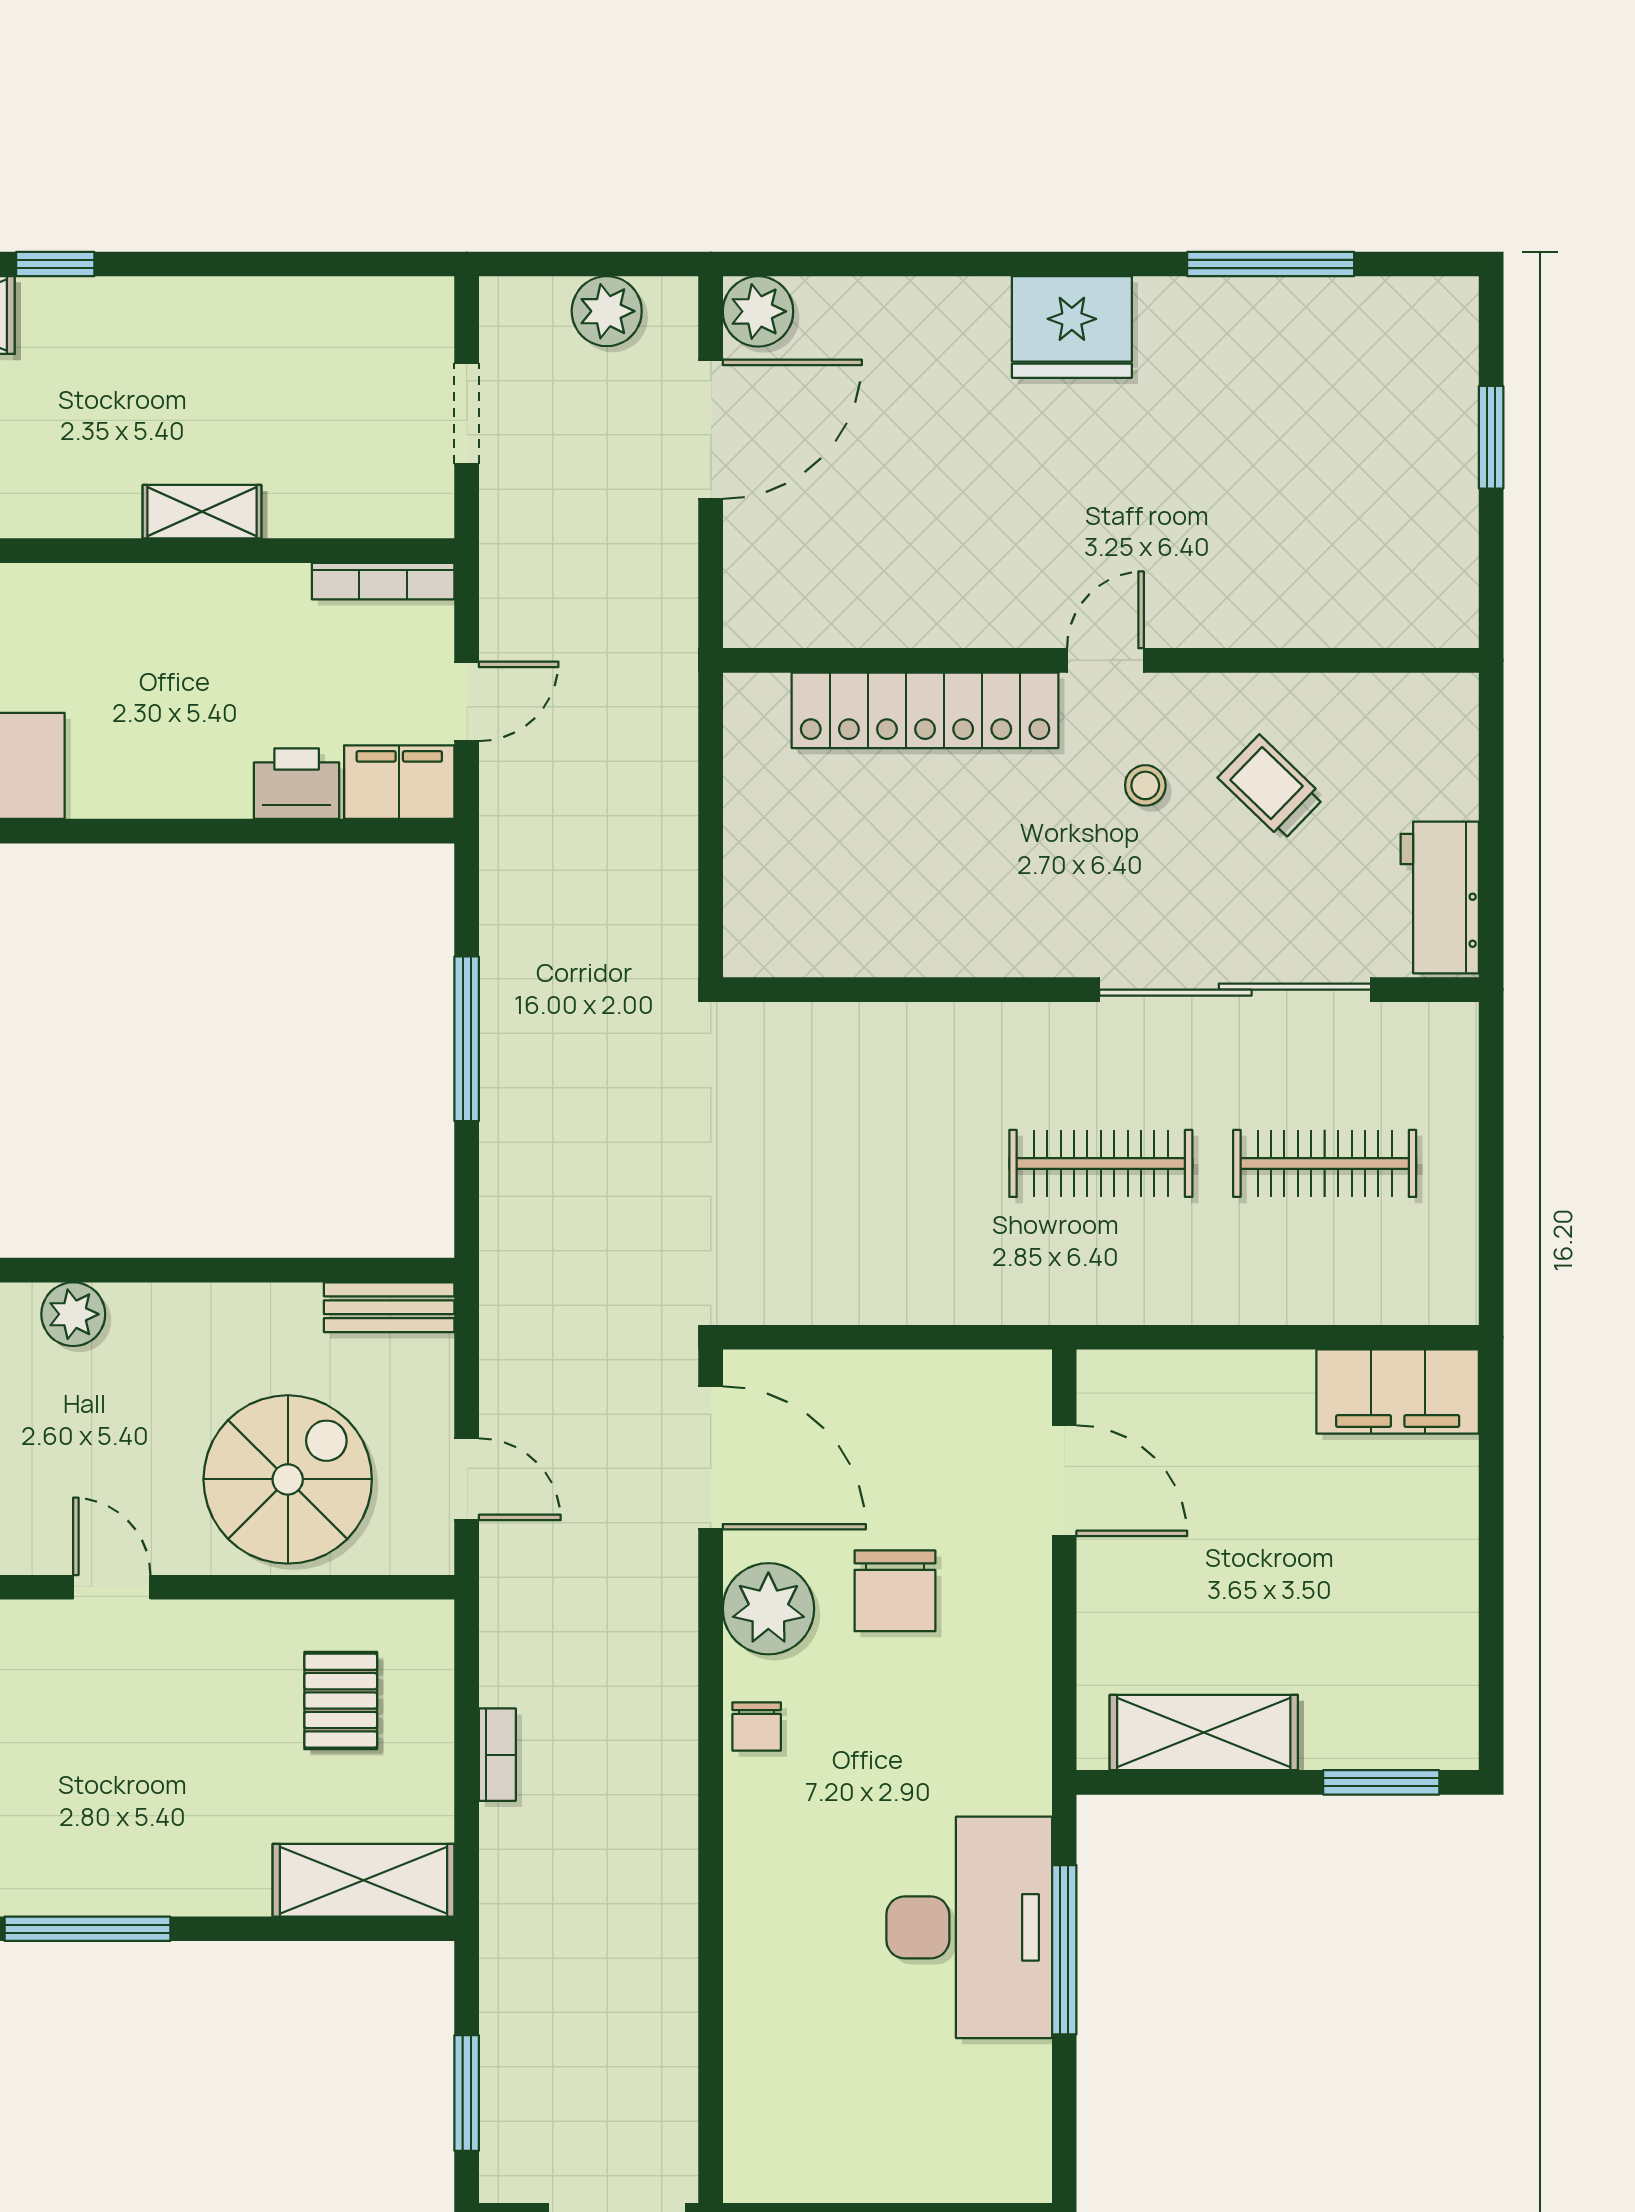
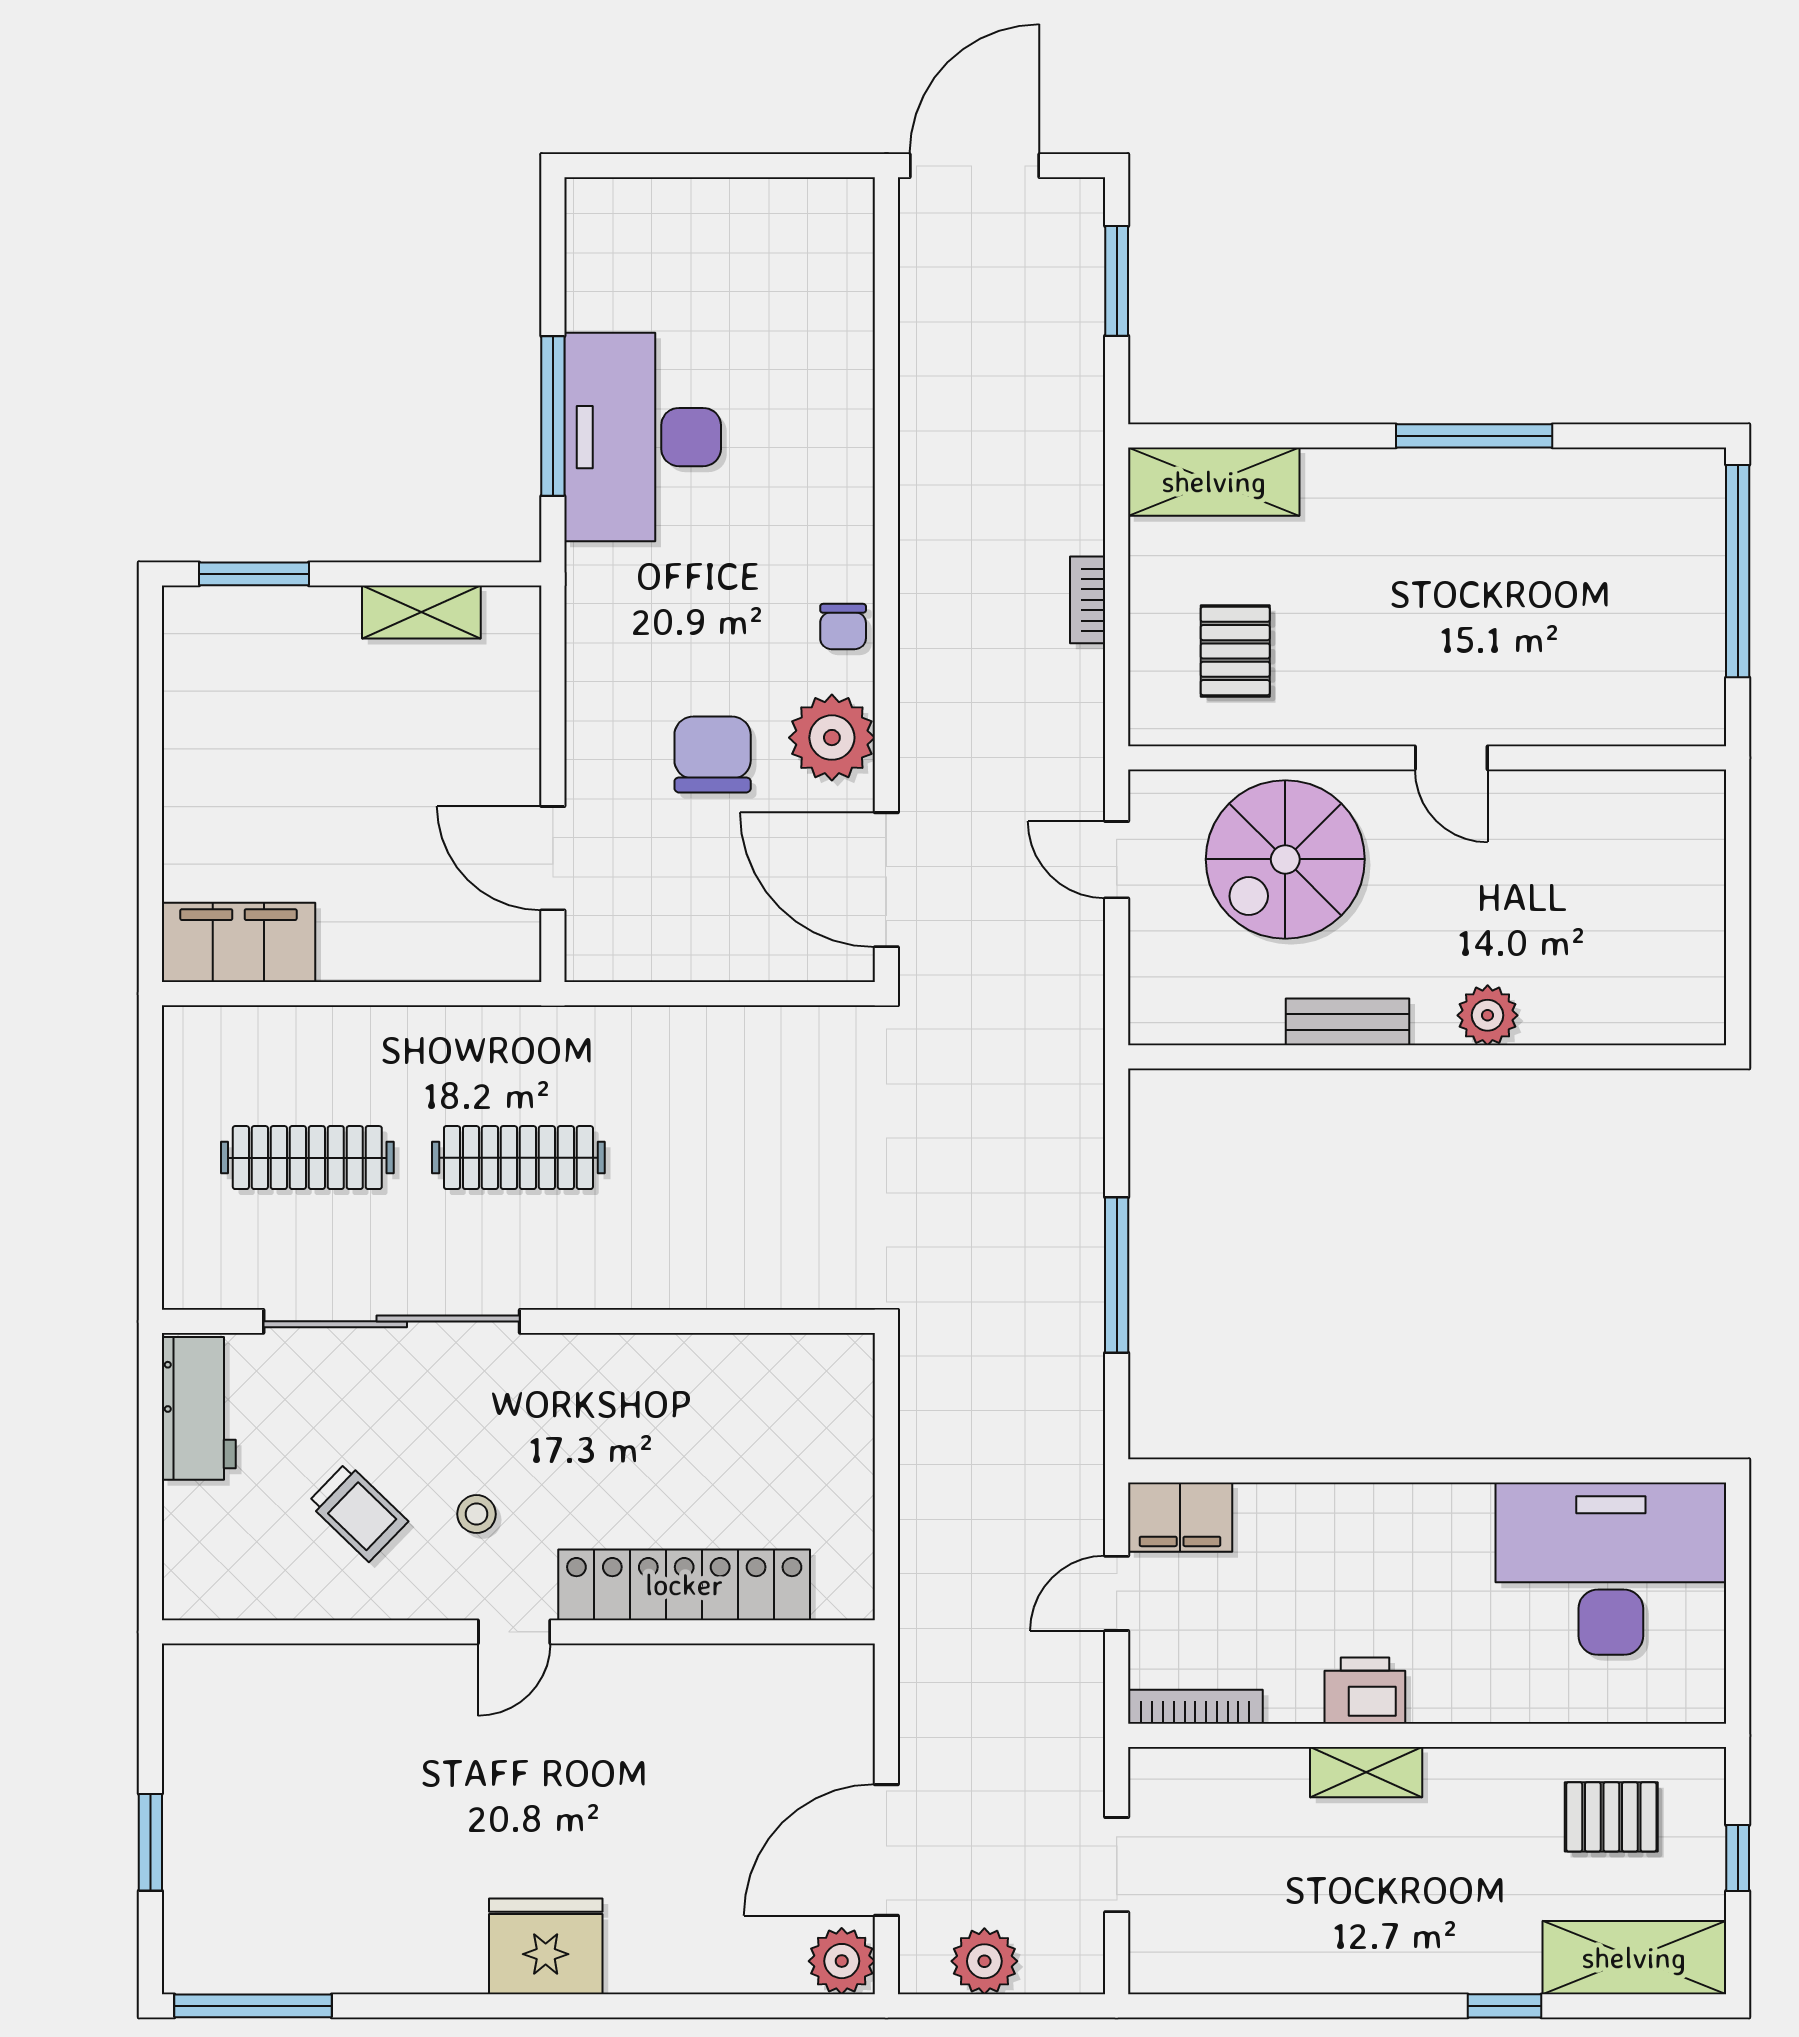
window: (1271, 264) -> (253, 2006), moved
printer: (297, 784) -> (1365, 1691), moved, turned 180
bench: (389, 1307) -> (1348, 1022), moved
chair: (757, 1726) -> (843, 627), turned 180
shelving: (1204, 1733) -> (421, 612), width x0.67, depth x0.75

